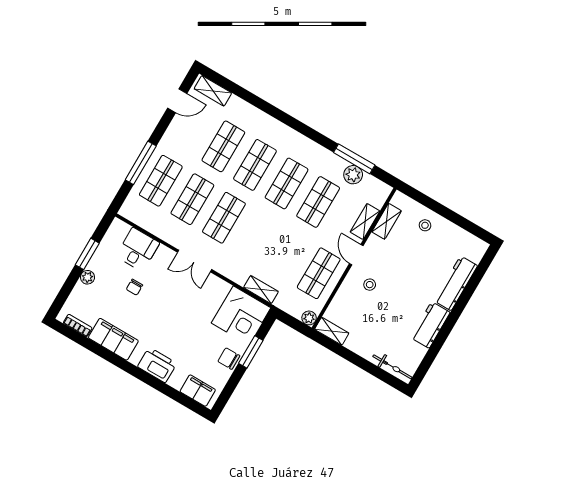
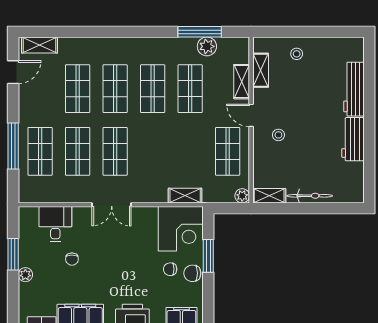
chair: (212, 344) -> (170, 269), added
bicycle: (392, 367) -> (310, 196), moved

